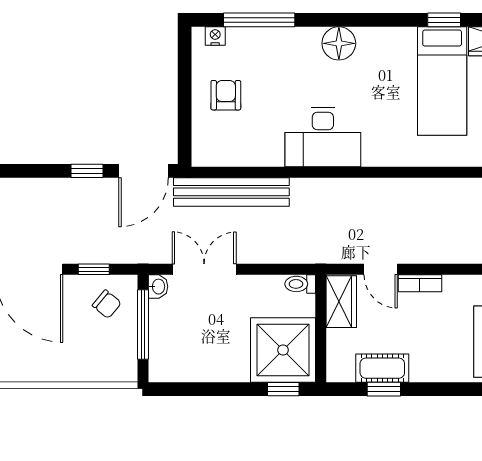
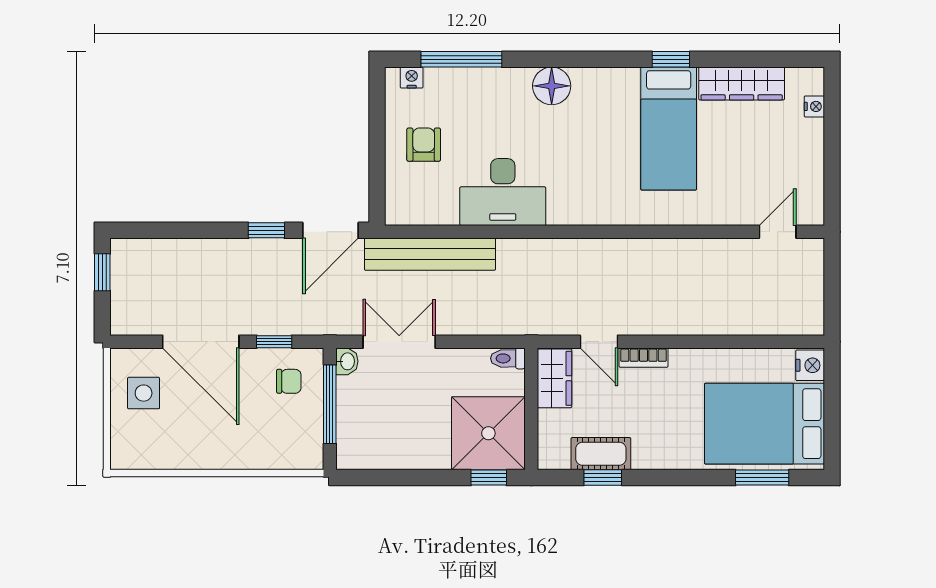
desk: (323, 137) -> (503, 192), moved
chair: (107, 304) -> (289, 381), turned -40

